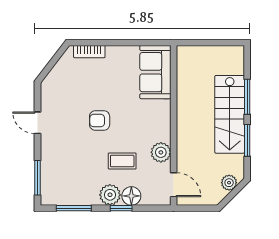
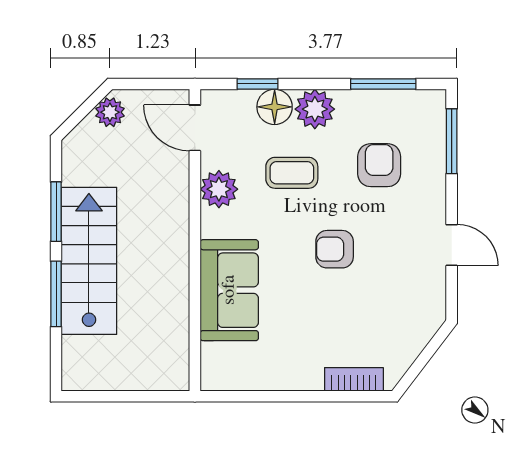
sofa: (155, 72) -> (229, 290), moved
armchair: (100, 121) -> (335, 249), turned 180
armchair: (76, 165) -> (379, 165), added
plant: (229, 183) -> (110, 112), moved
window: (121, 208) -> (258, 84), moved

